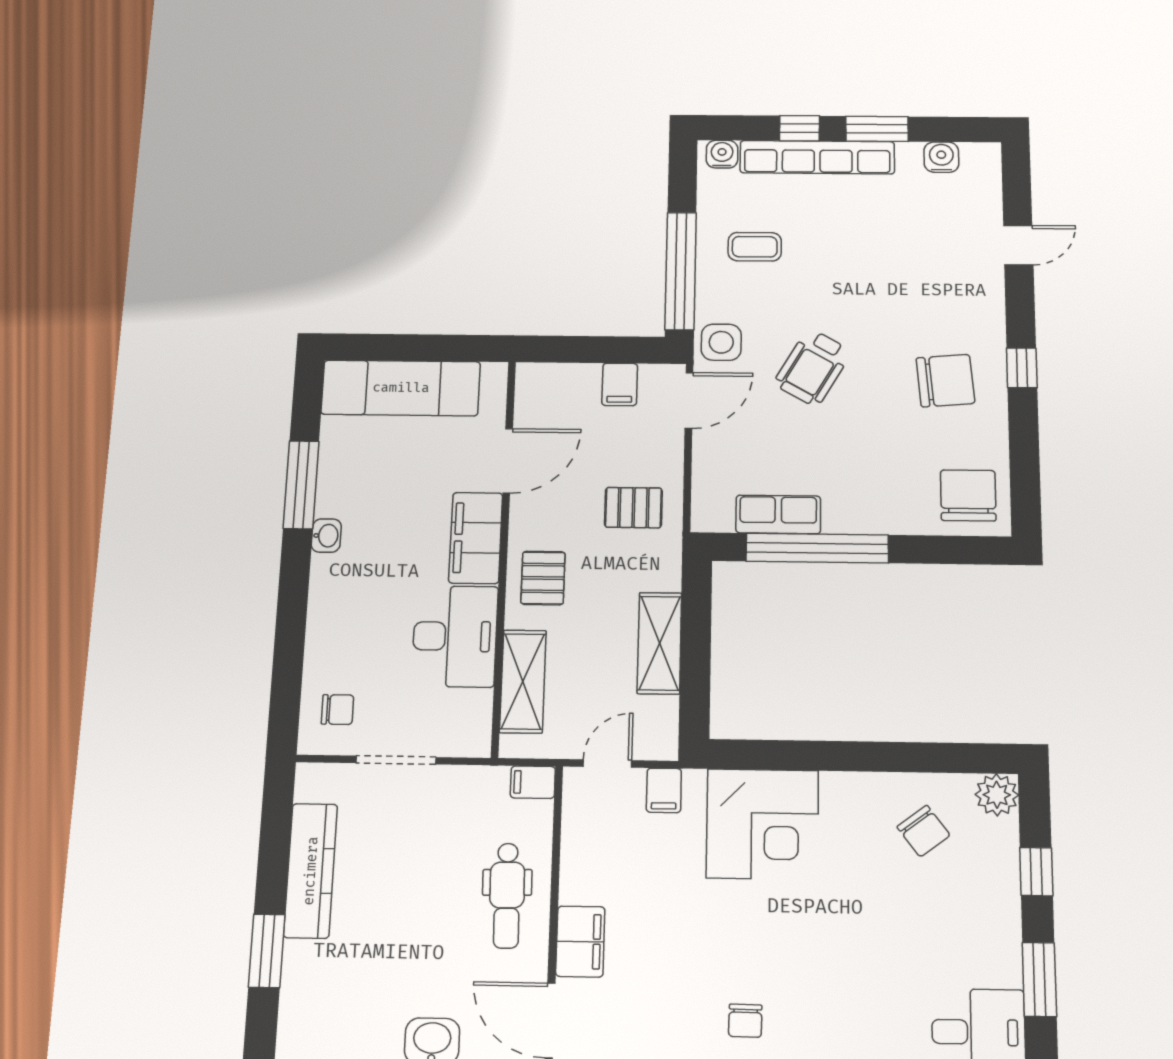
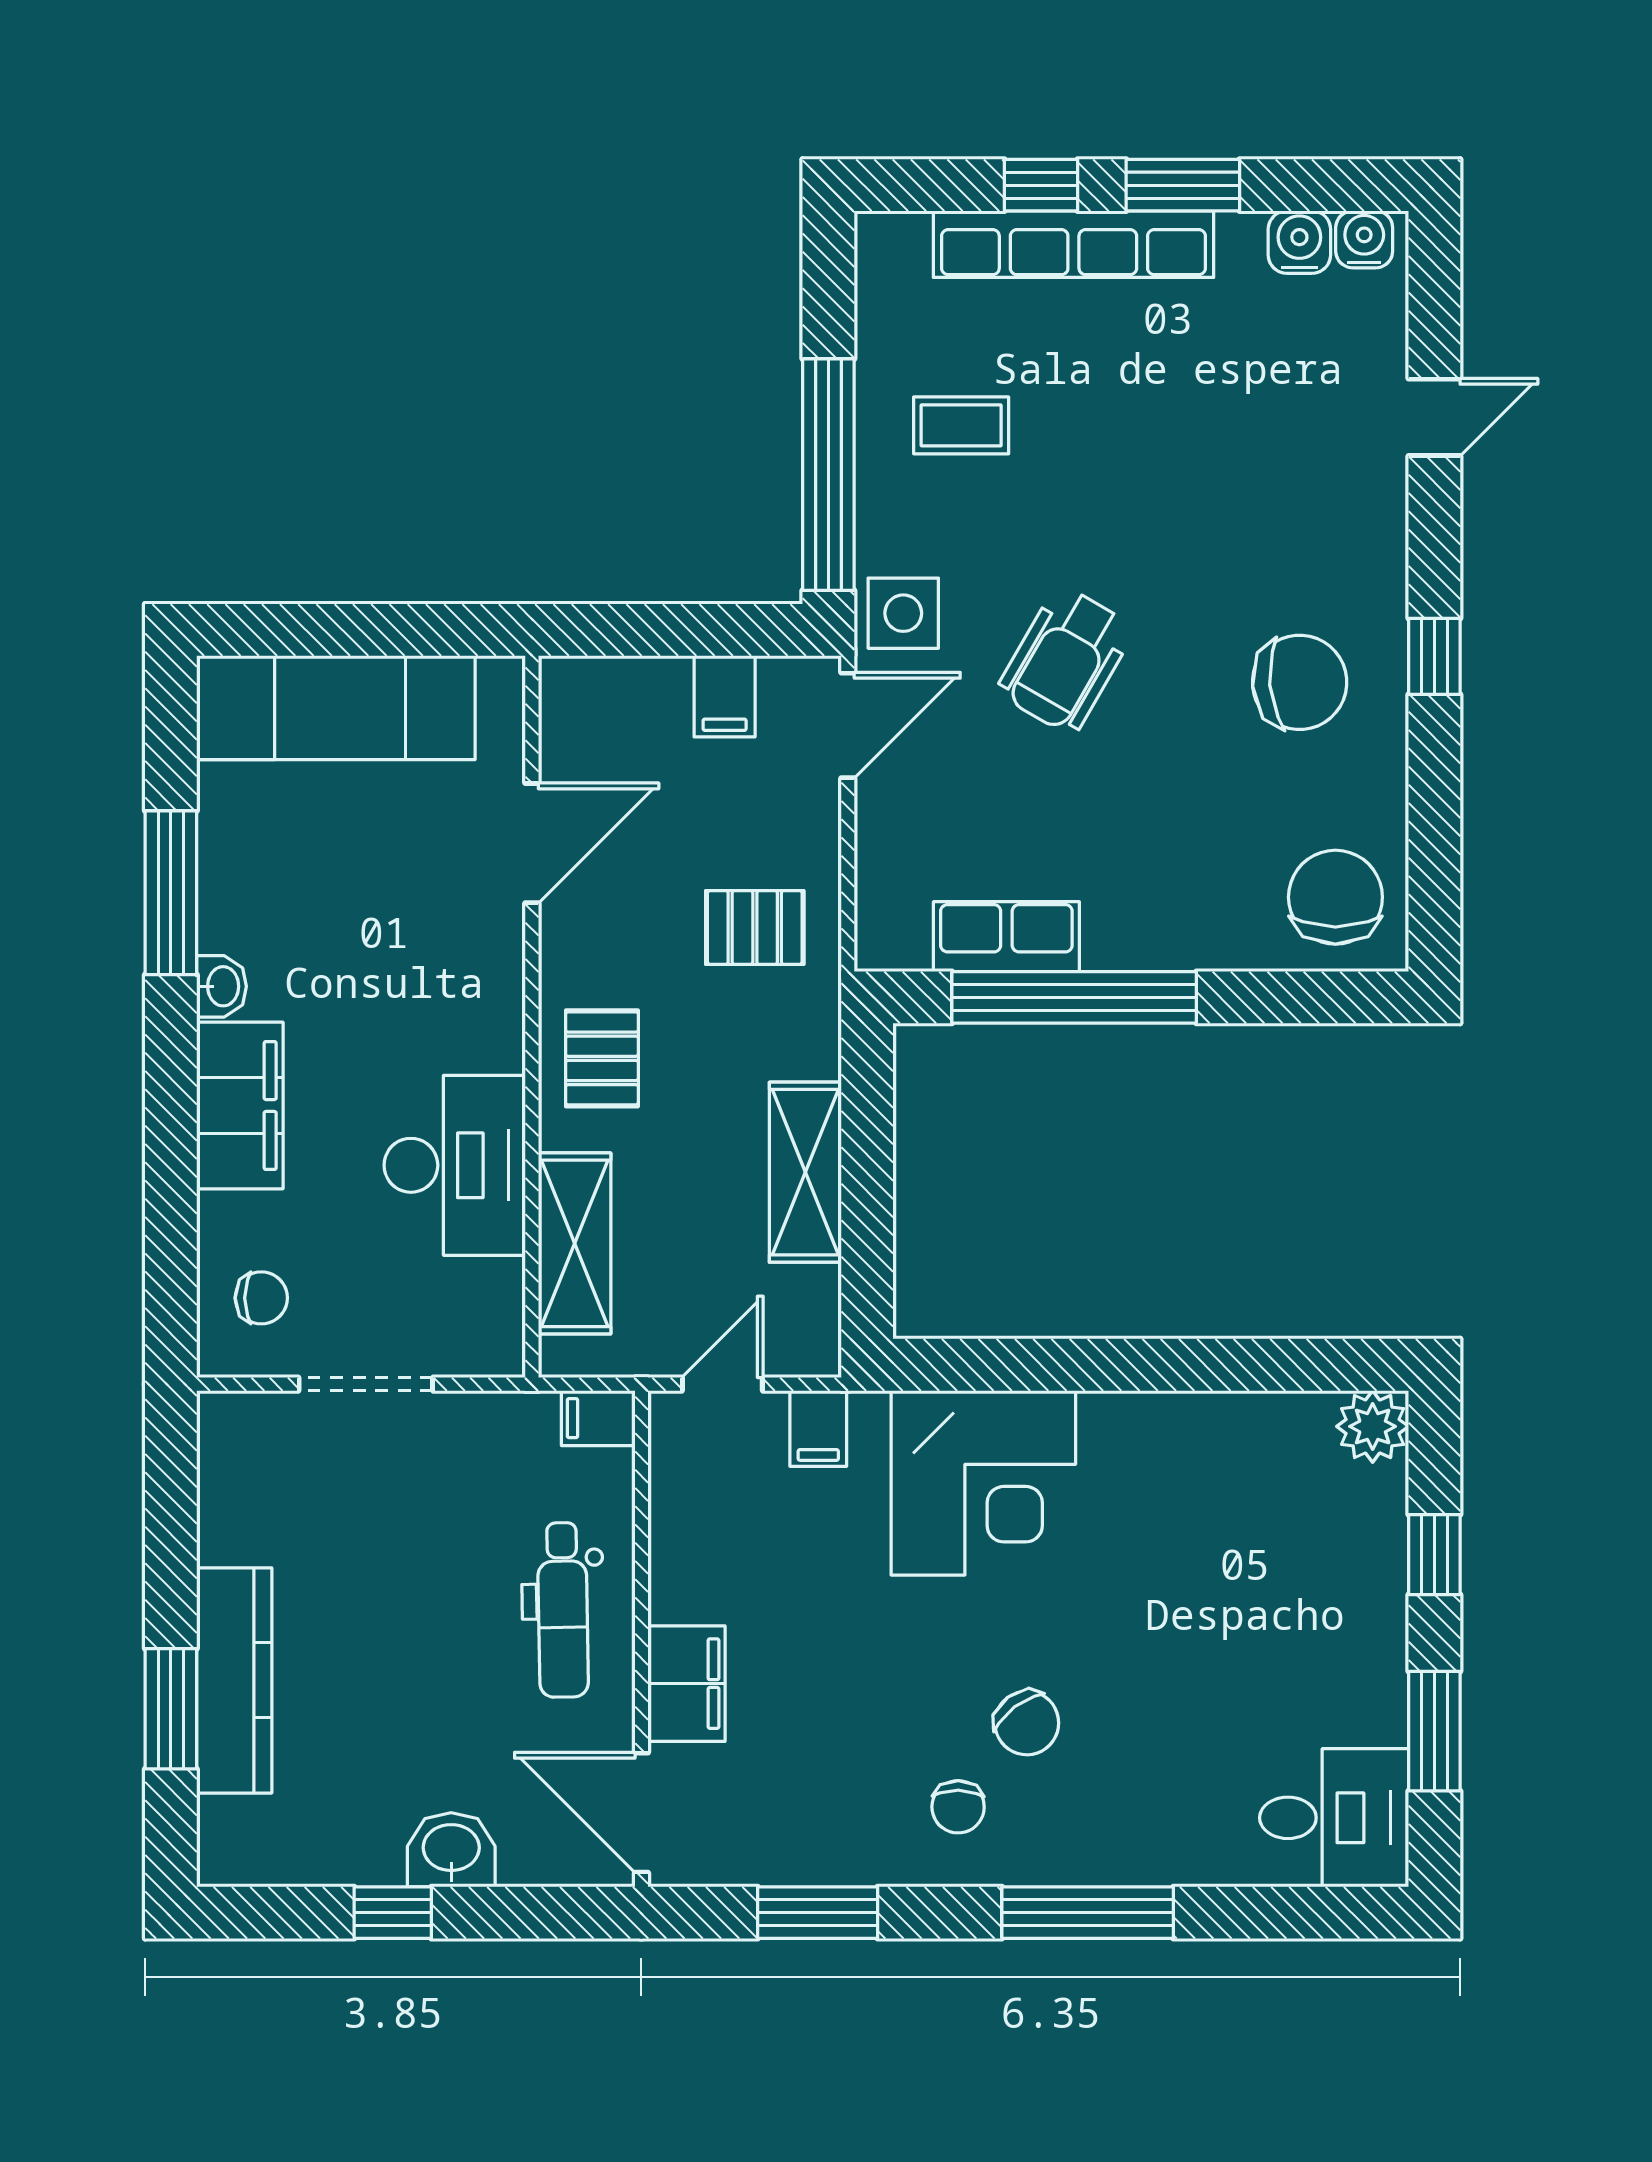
water cooler: (722, 154) -> (1364, 239), moved
filing cabinet: (476, 538) -> (240, 1106), moved, turned 180
chair: (924, 831) -> (1027, 1723), moved
kitchen counter: (311, 871) -> (234, 1680), moved

